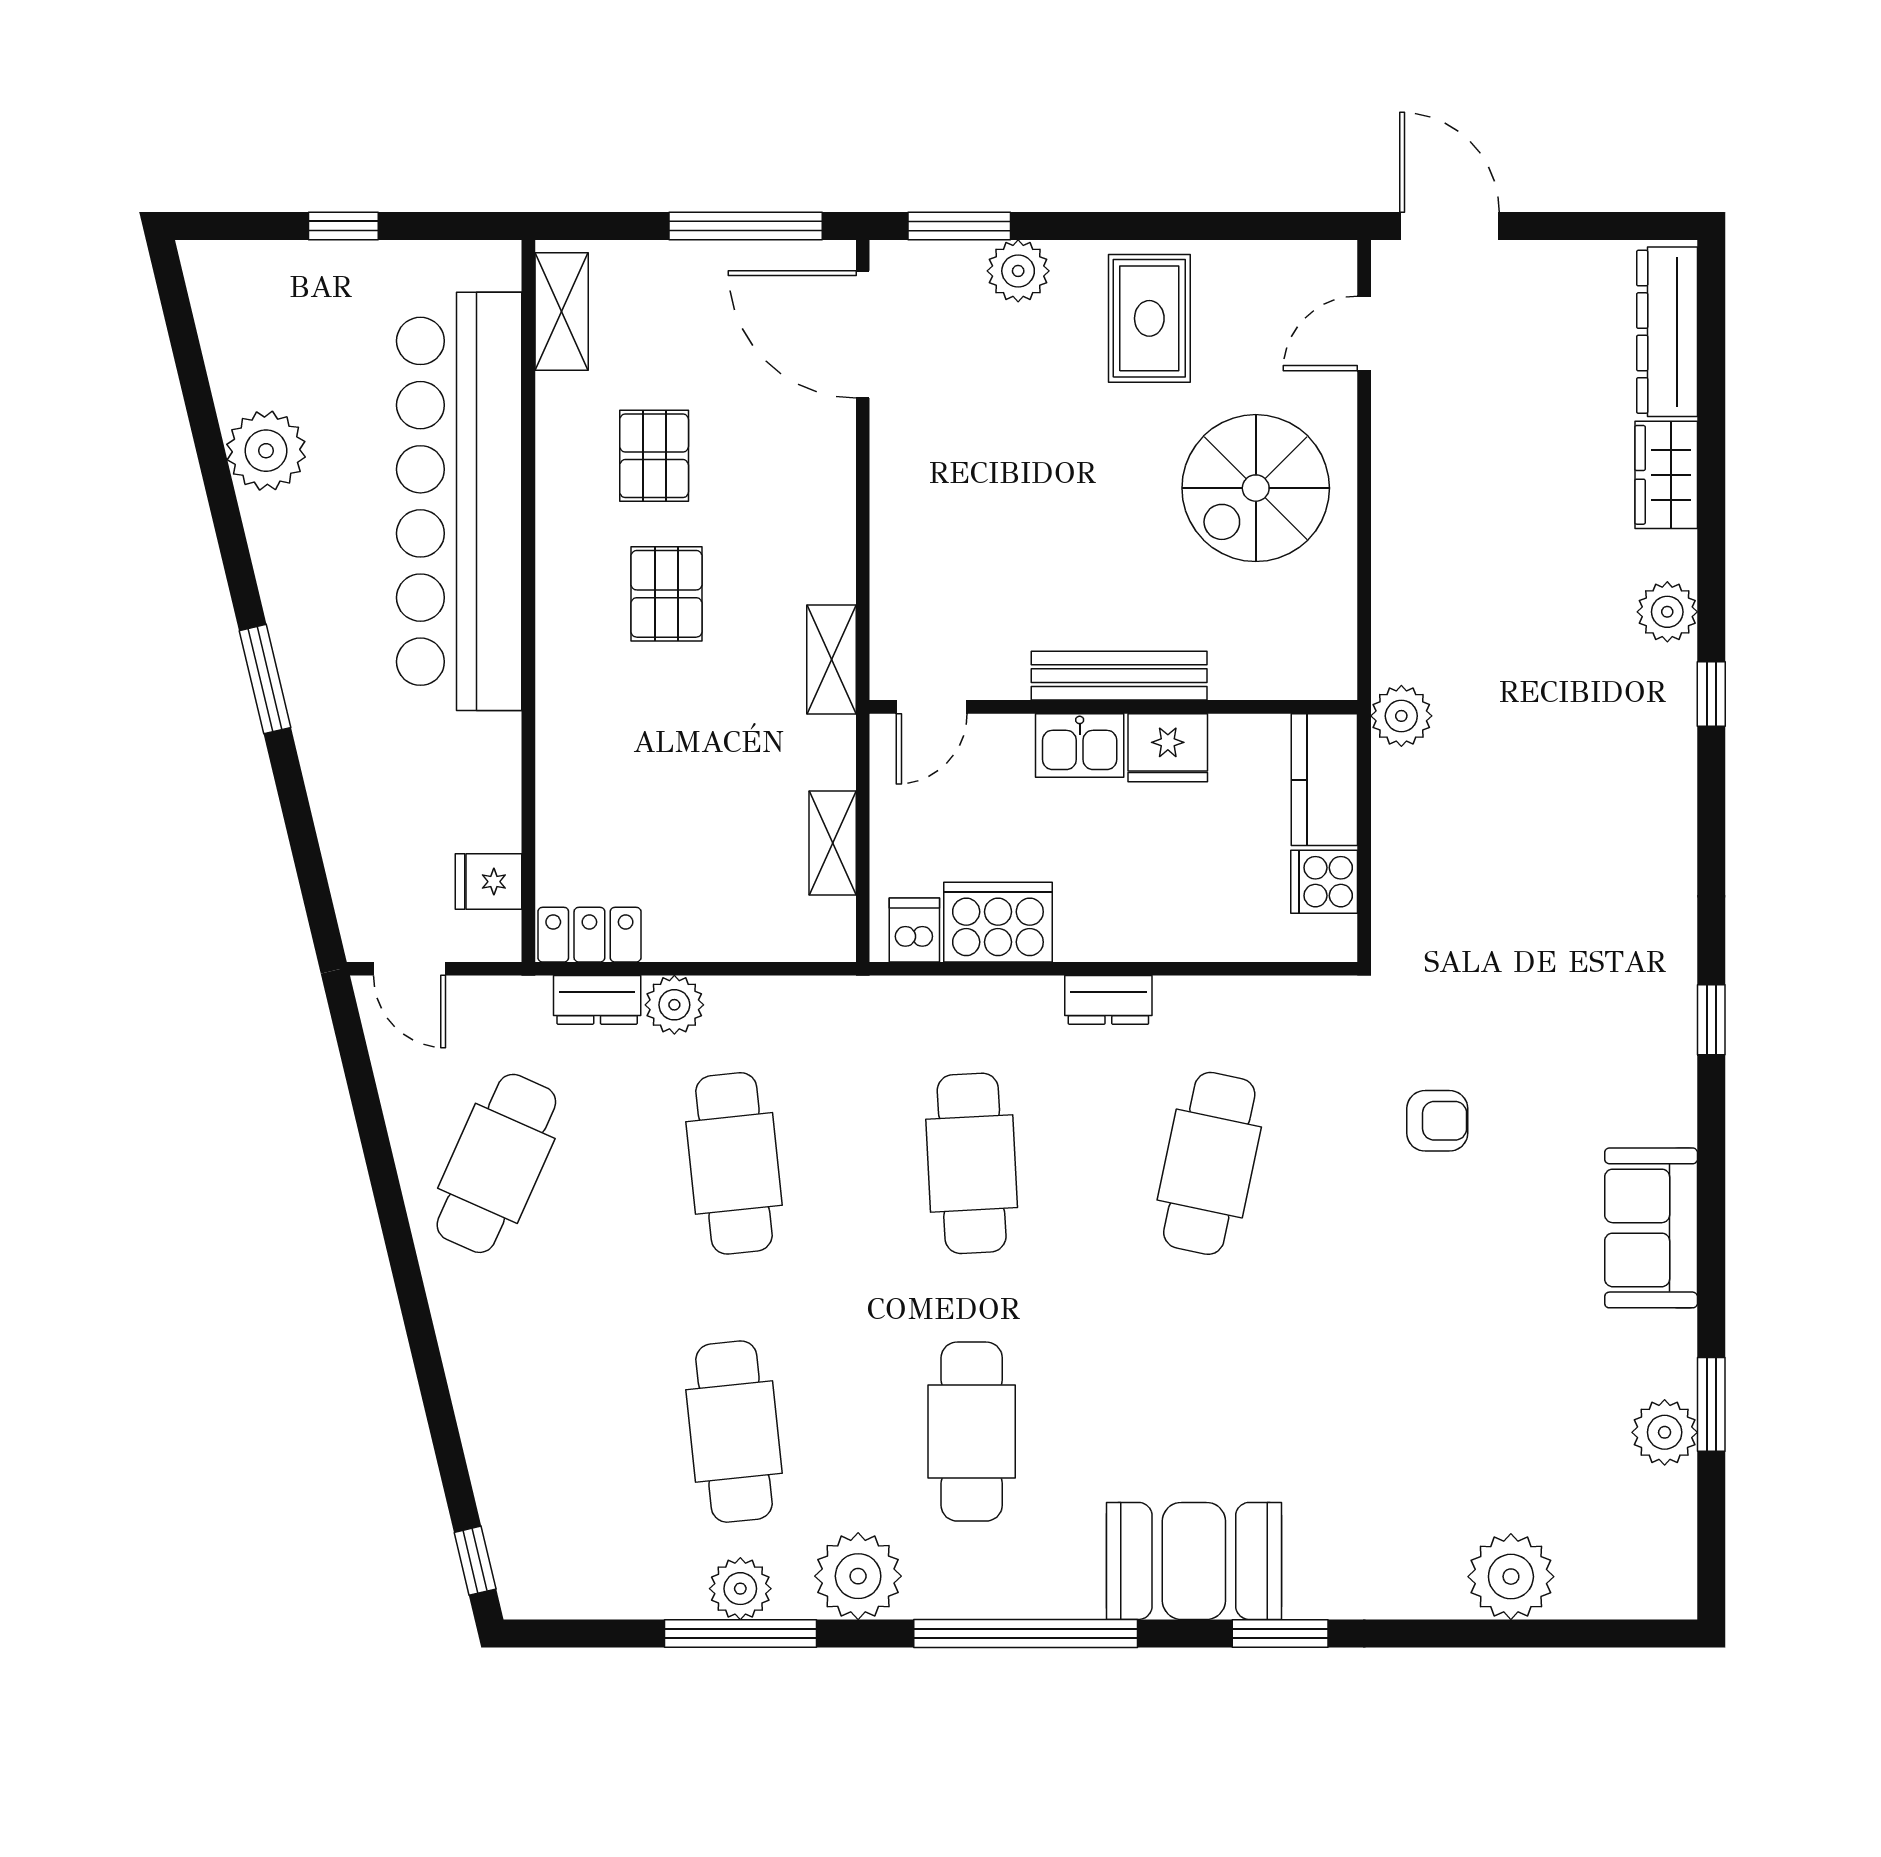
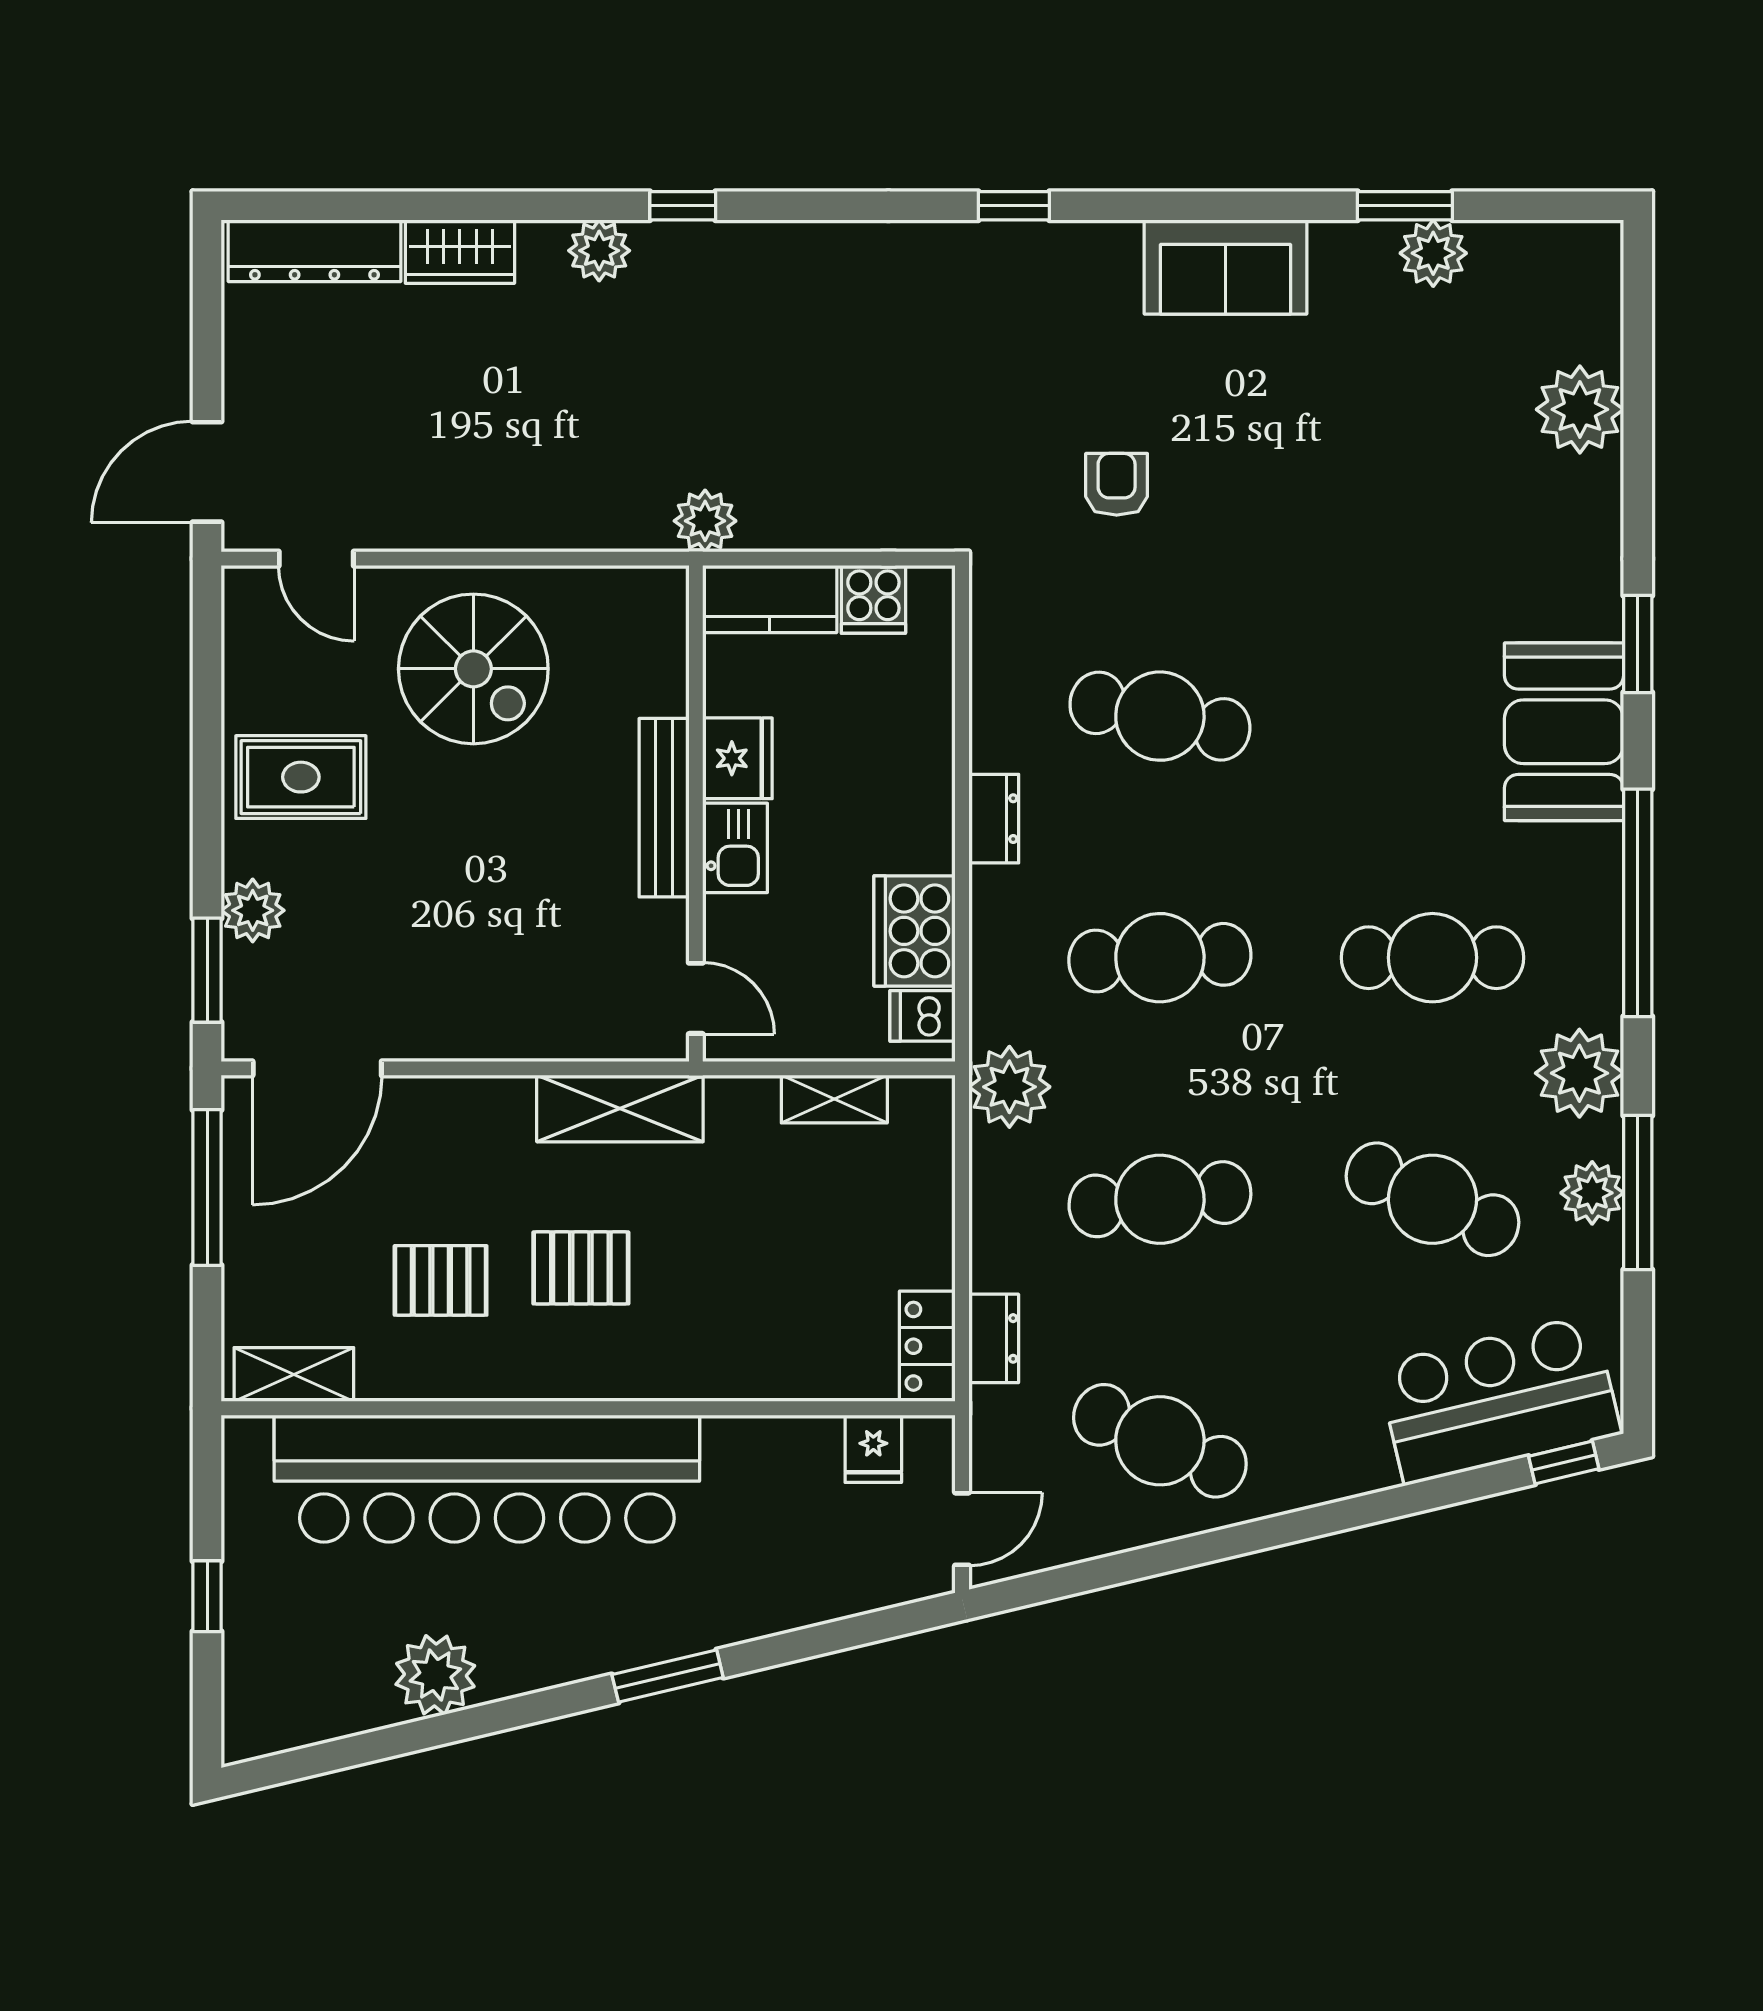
shelving: (831, 660) -> (620, 1109), width x1.50, depth x1.33
plant: (674, 1005) -> (1009, 1087), moved, width x1.36, depth x1.36
cafe table: (734, 1432) -> (1432, 1199), turned 30
bar counter: (537, 1497) -> (1499, 1399), added

